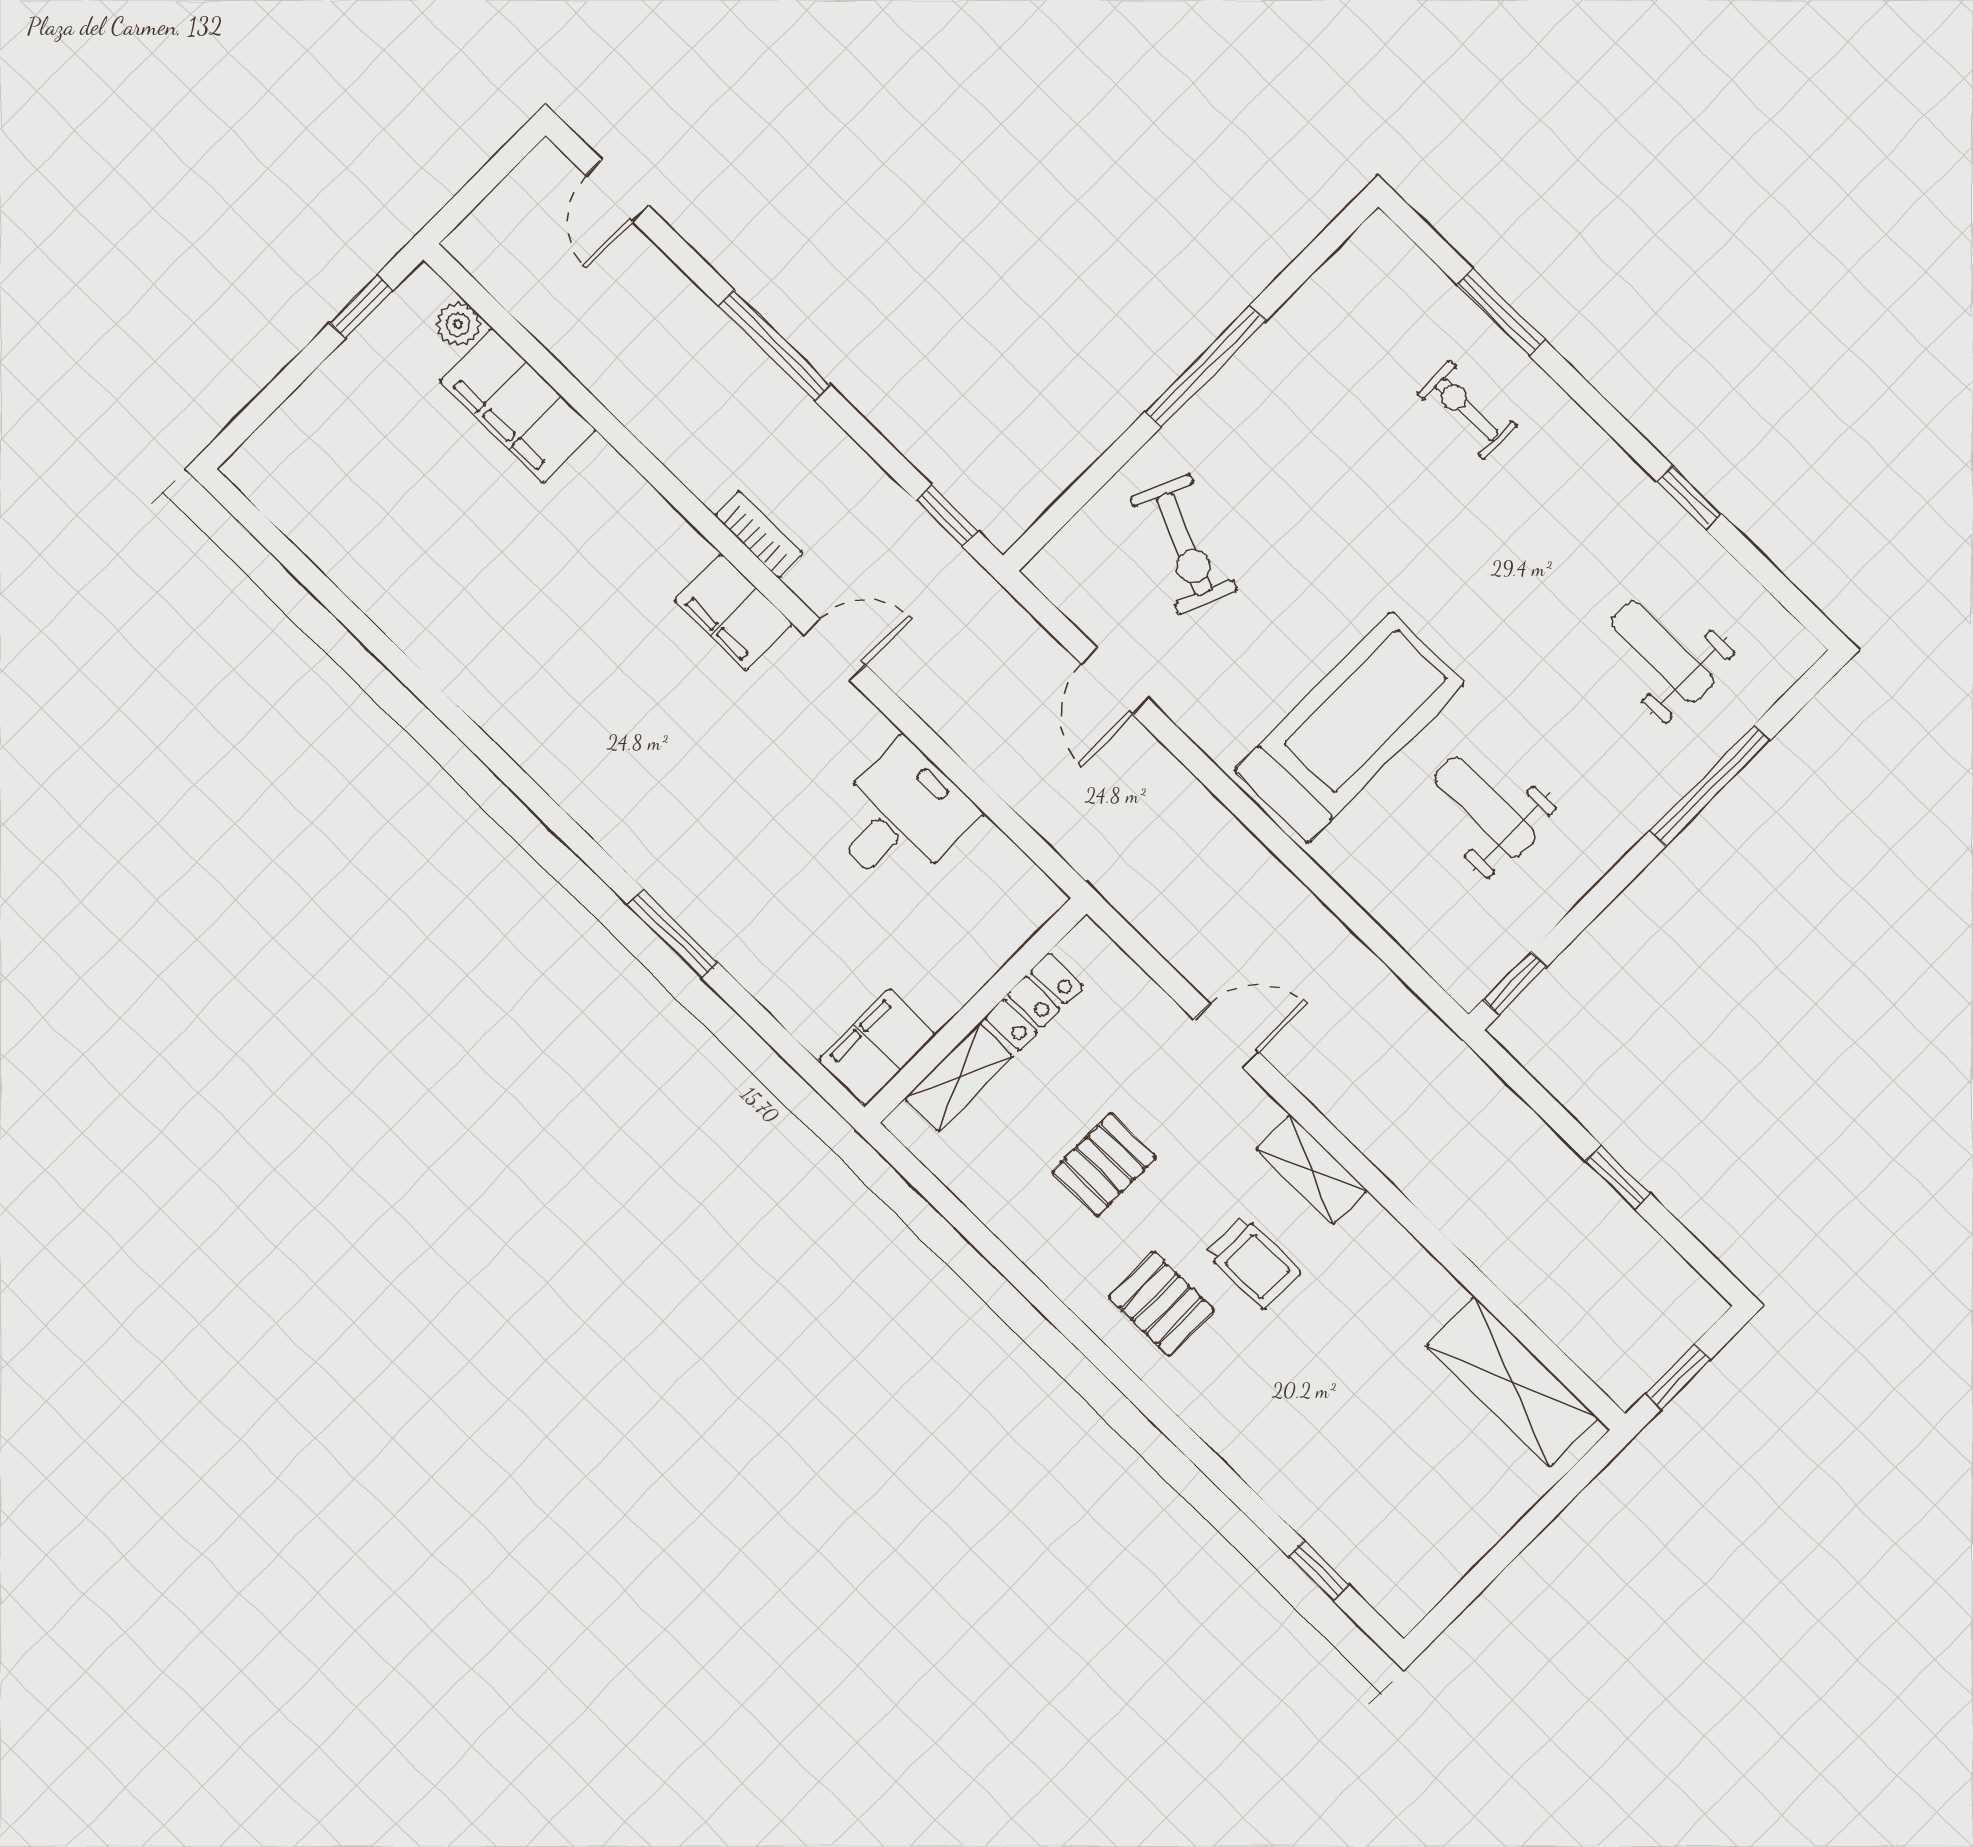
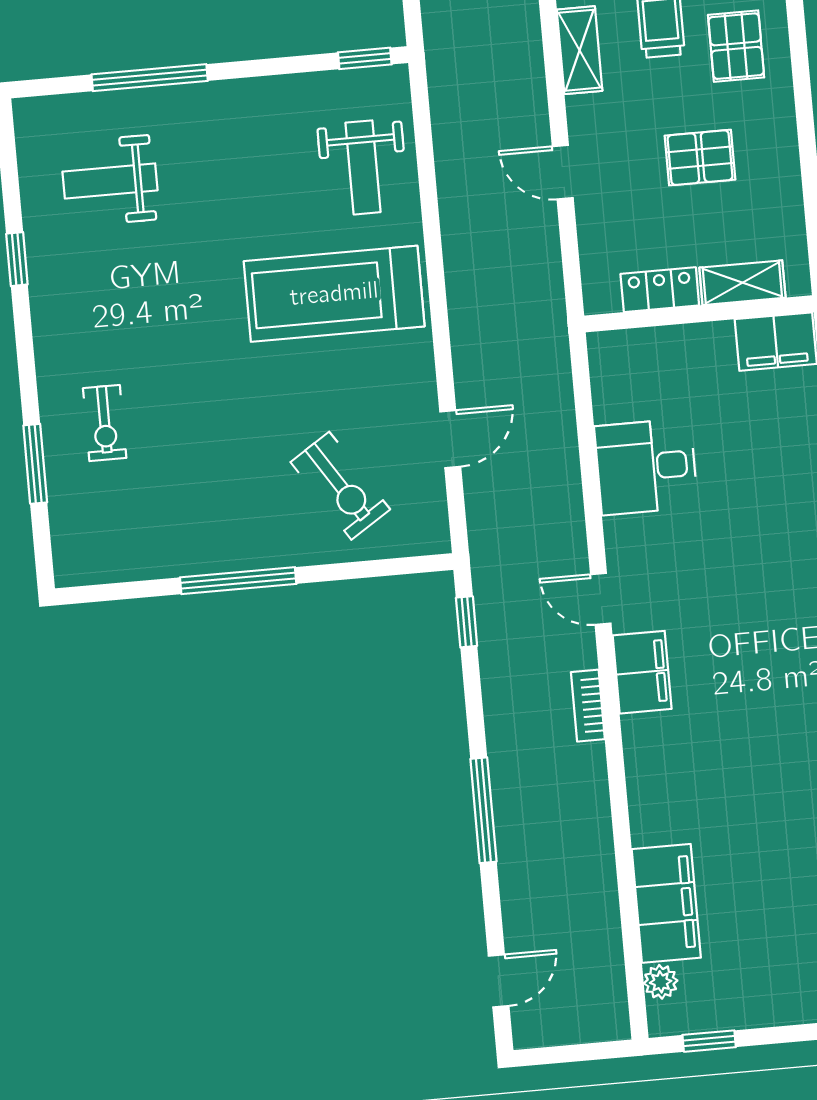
exercise bike: (1184, 544) -> (340, 486), turned 124
weight bench: (1663, 651) -> (110, 181), turned 90
weight bench: (1485, 807) -> (363, 167), moved

